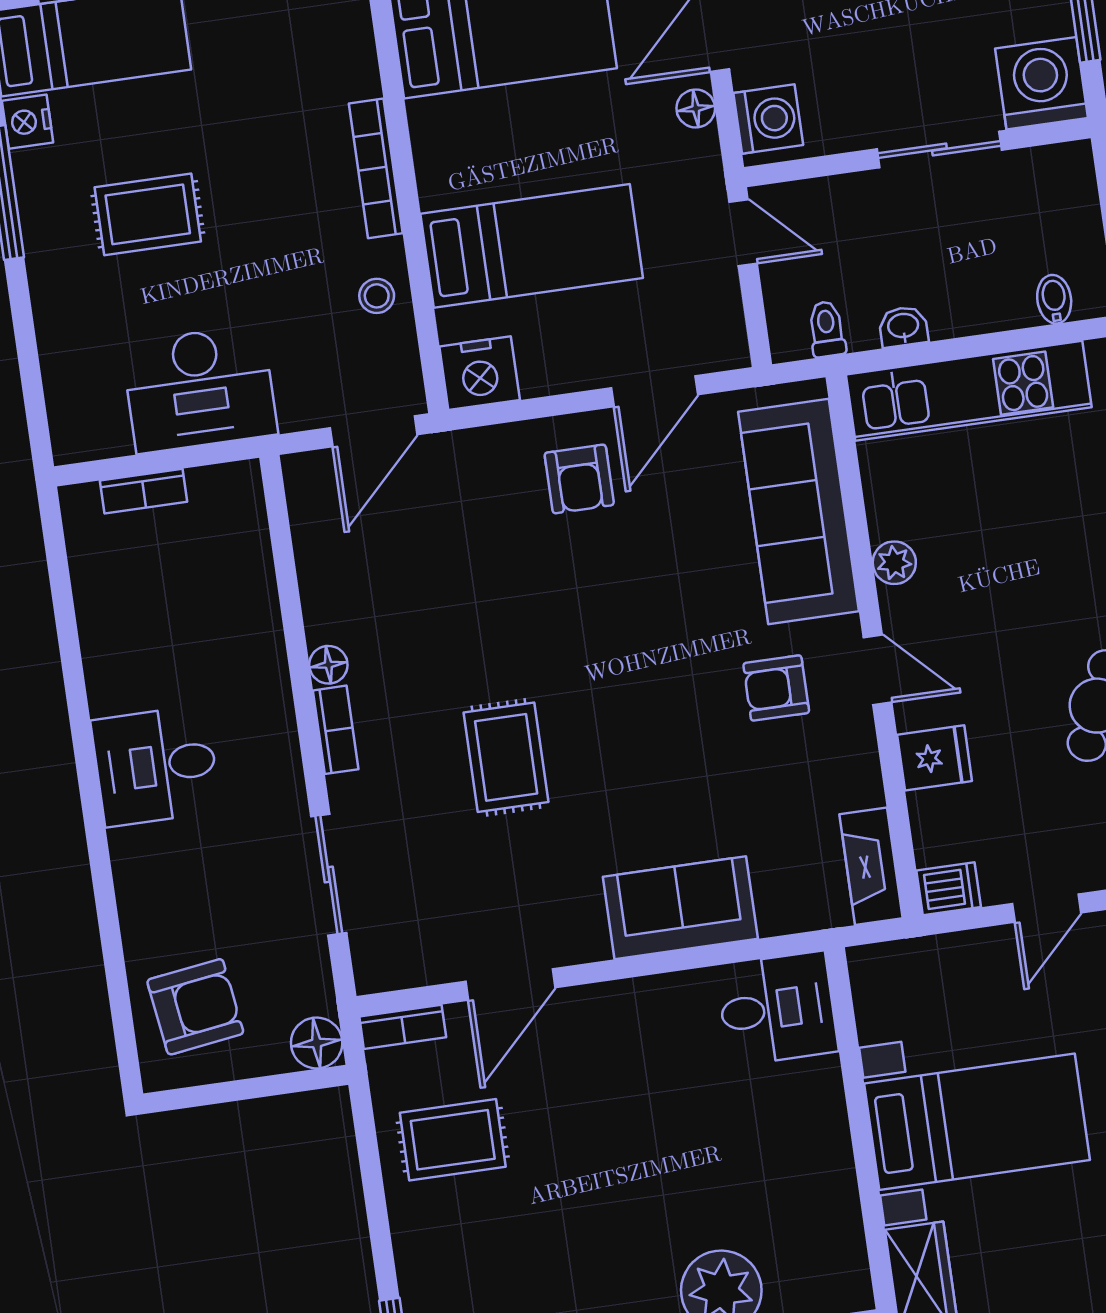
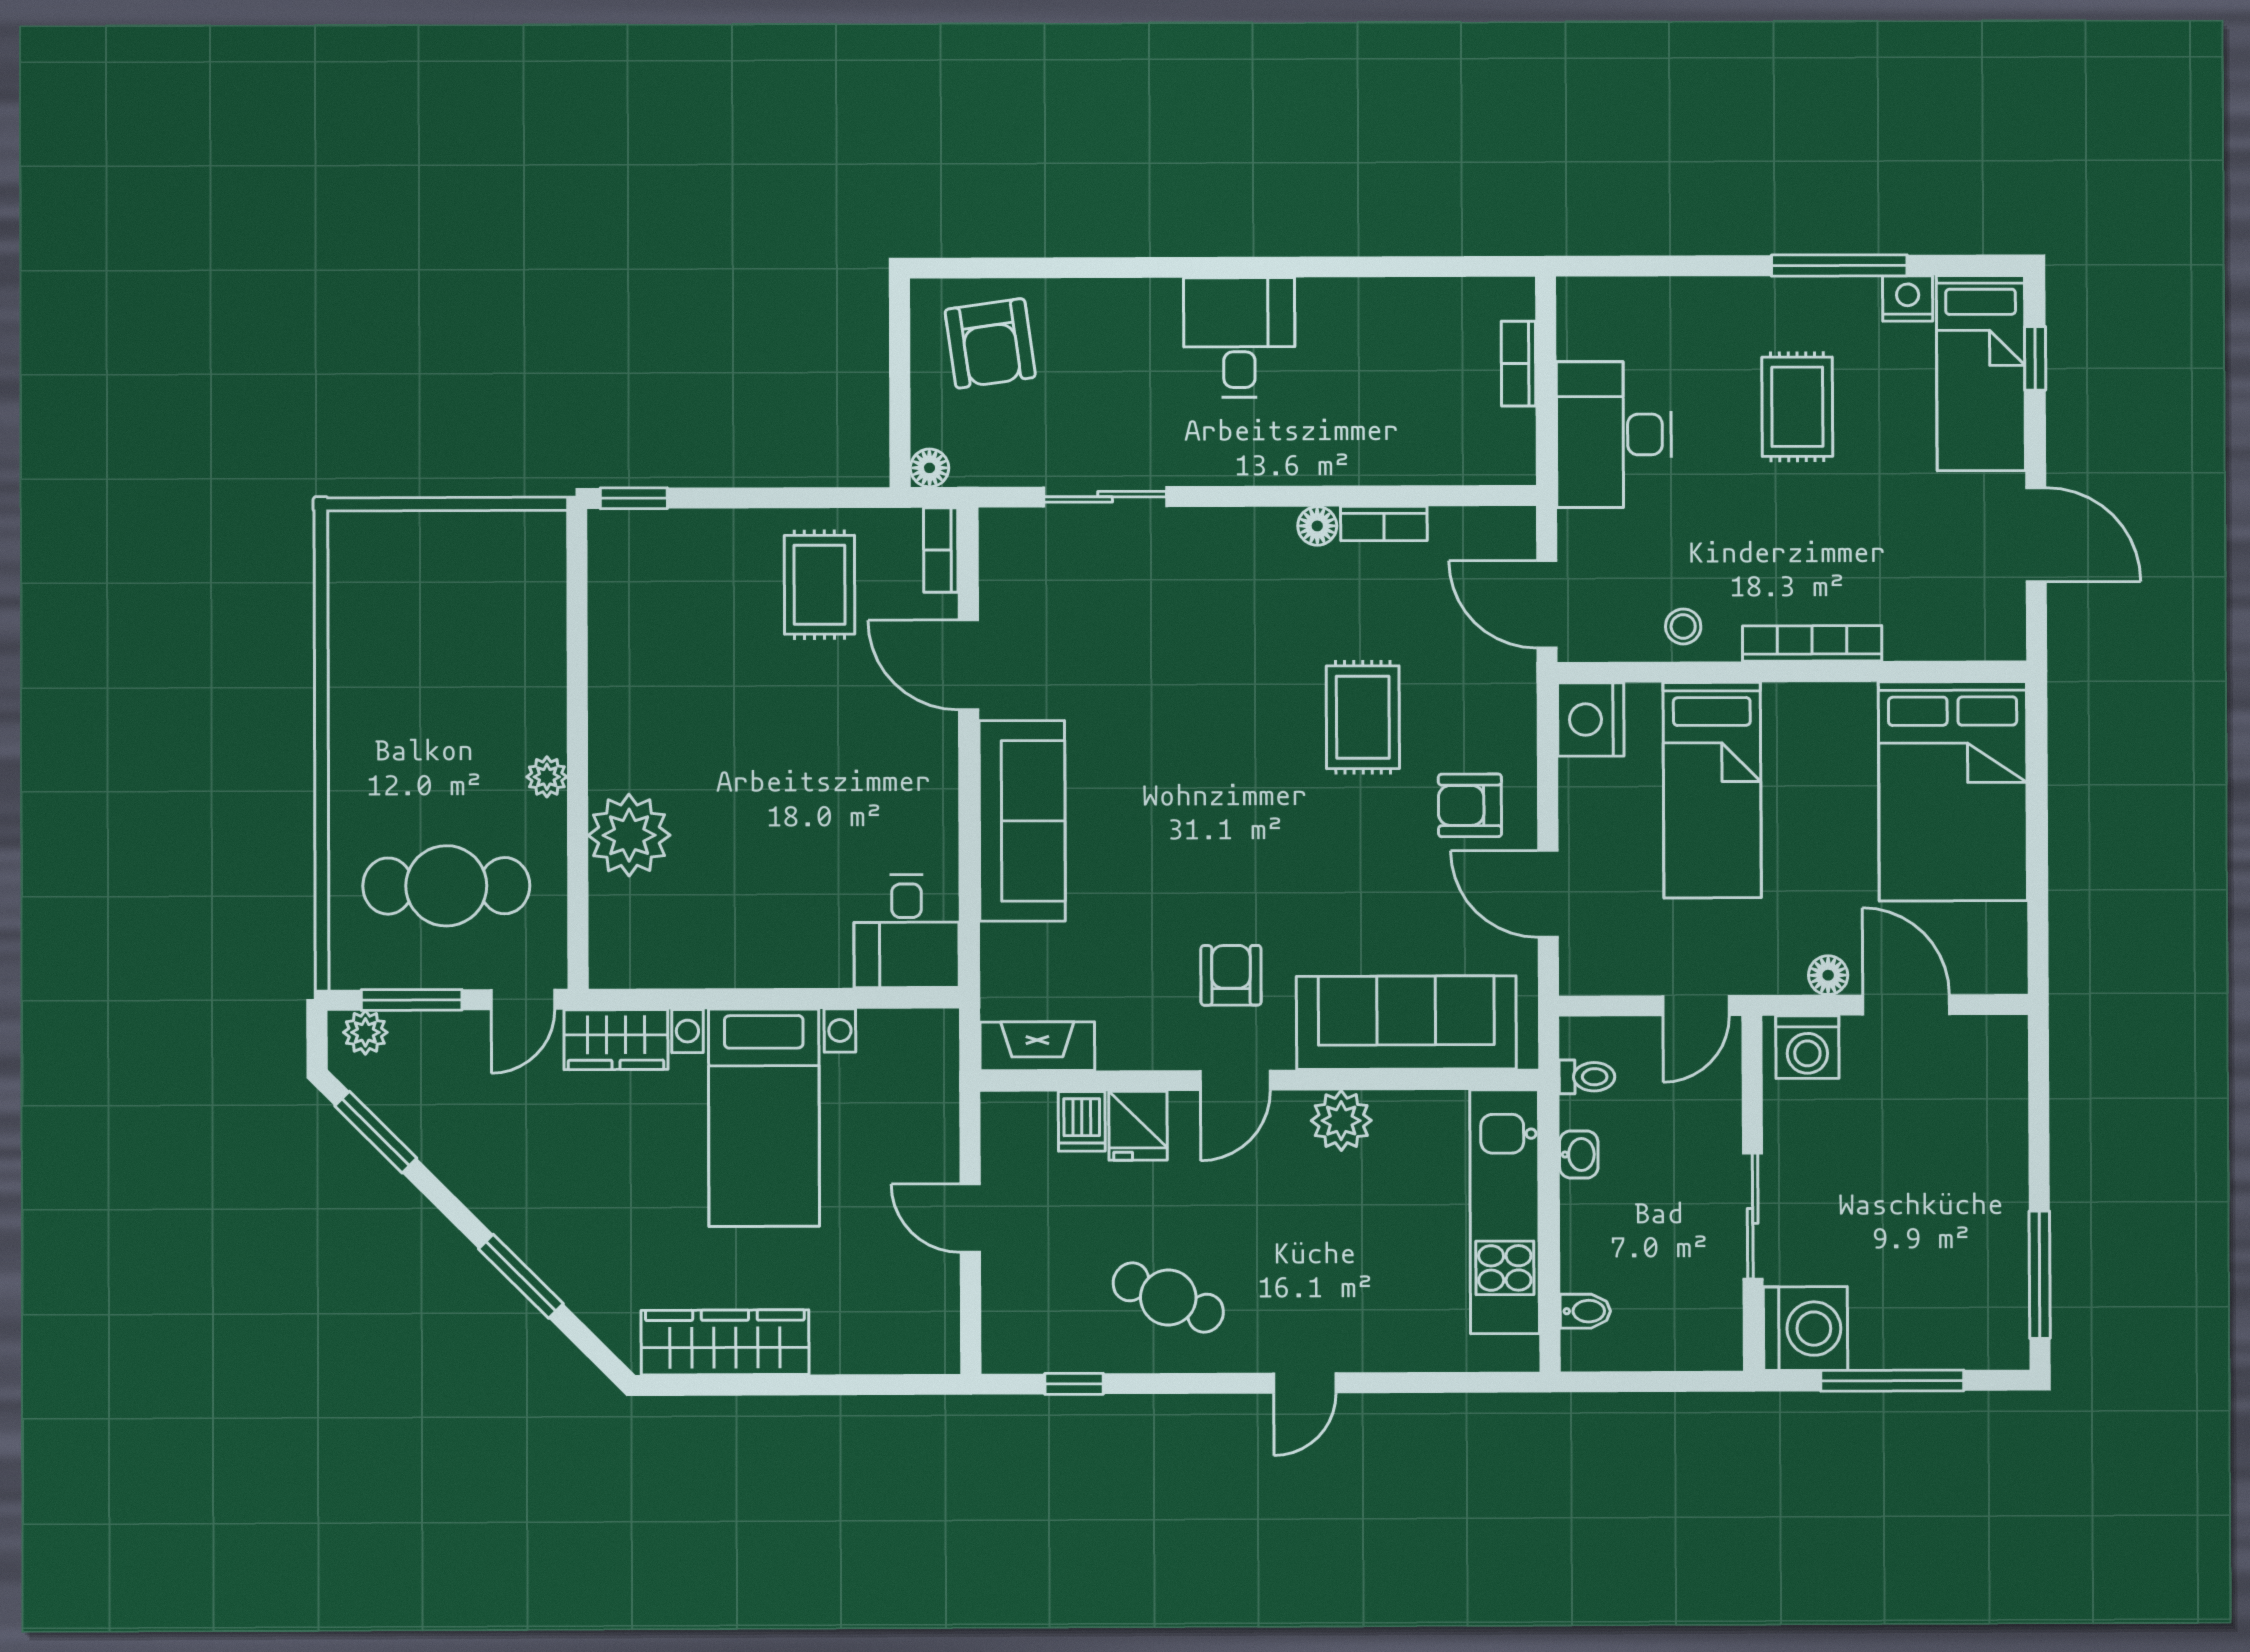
plant: (894, 563) -> (1341, 1121), width x1.38, depth x1.38
bookcase: (336, 730) -> (1384, 524), moved
rug: (506, 757) -> (1363, 717), moved, turned 90
dishwasher: (949, 889) -> (1082, 1121), moved
sofa: (680, 908) -> (1022, 821), width x1.36
floor lamp: (317, 1043) -> (930, 468), width x0.73, depth x0.73

